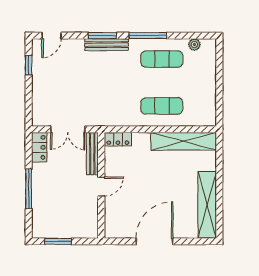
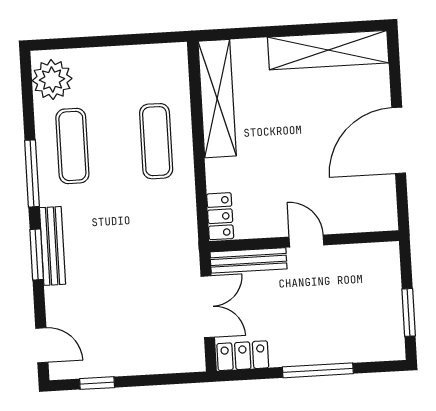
plant: (194, 45) -> (52, 79), width x1.87, depth x1.87
door: (154, 241) -> (399, 140), hinge flipped

